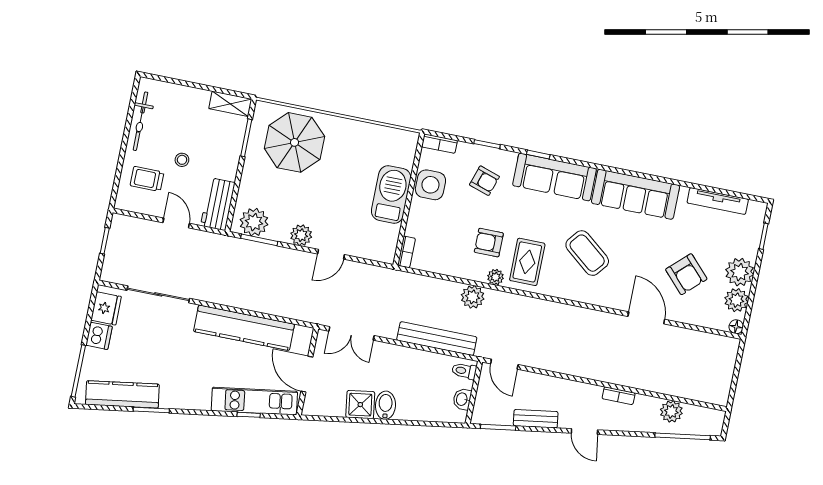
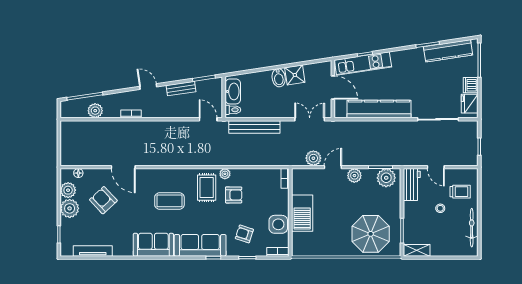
sofa: (635, 194) -> (153, 245), width x0.73
coffee table: (587, 253) -> (169, 201), turned -39
plant: (473, 297) -> (313, 158), moved
floor lamp: (736, 327) -> (78, 173), moved
washbasin: (462, 399) -> (233, 91), width x1.91, depth x1.45

